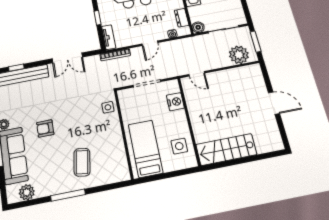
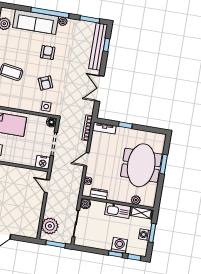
door: (150, 43) -> (86, 159), hinge flipped
door: (197, 74) -> (47, 186), hinge flipped
floor lamp: (123, 95) -> (51, 122), added
nightstand: (175, 102) -> (43, 162), moved
armchair: (81, 118) -> (46, 83), added

